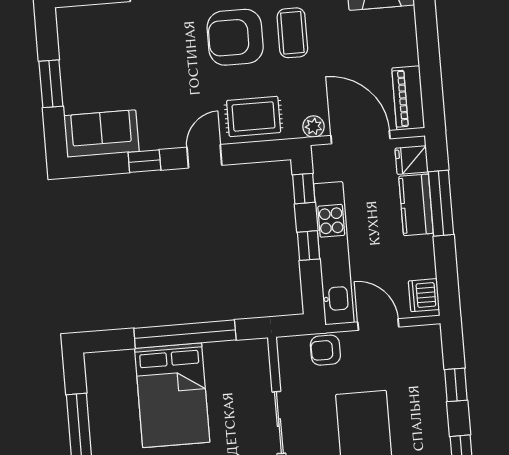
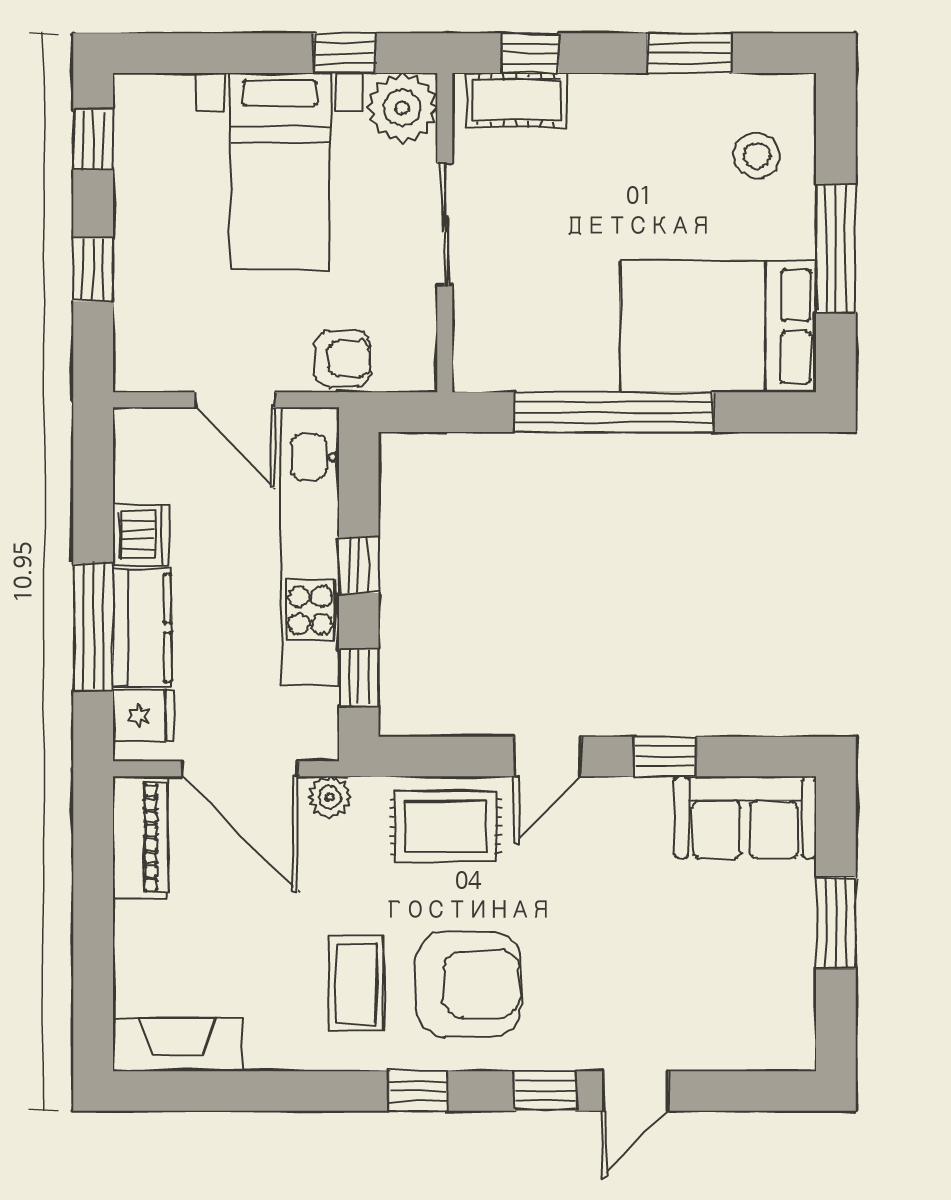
dishwasher: (424, 295) -> (141, 535), moved
bed: (172, 395) -> (718, 327), moved, turned -90

